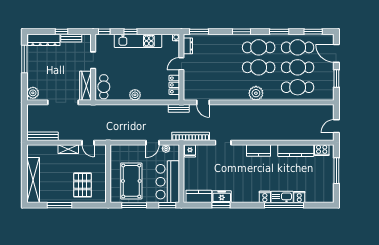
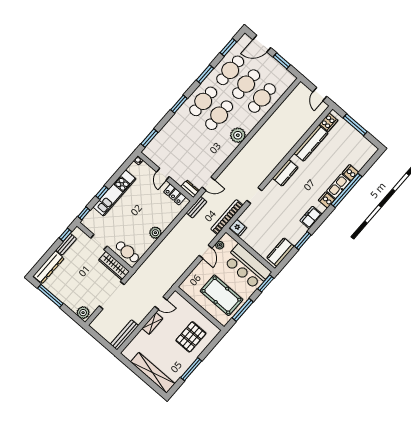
window: (61, 32) -> (65, 235), moved
dresser: (188, 46) -> (190, 189), moved
pallet: (83, 185) -> (191, 337), turned 90
freezer: (222, 197) -> (311, 217), moved

